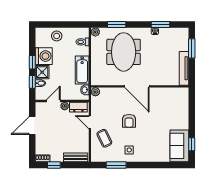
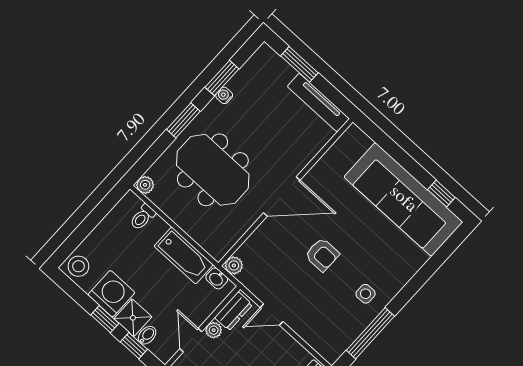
window: (117, 24) -> (183, 120), moved
stool: (57, 36) -> (78, 266), moved
coffee table: (104, 138) -> (315, 315), removed
sofa: (179, 146) -> (403, 199), width x1.85, depth x1.27
window: (116, 165) -> (370, 333), width x1.44

